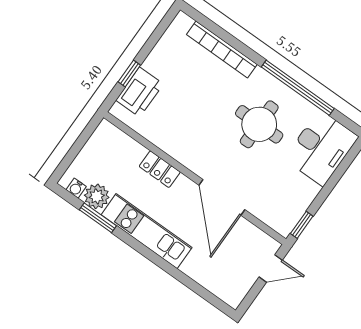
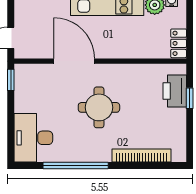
round table: (259, 124) -> (99, 107), moved
locker: (160, 169) -> (179, 43), moved, turned -90

